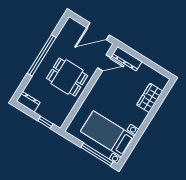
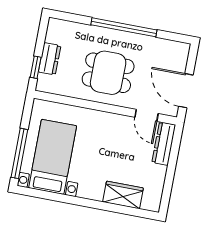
dining table: (67, 77) -> (108, 73), turned 90
dresser: (28, 102) -> (50, 59), moved

